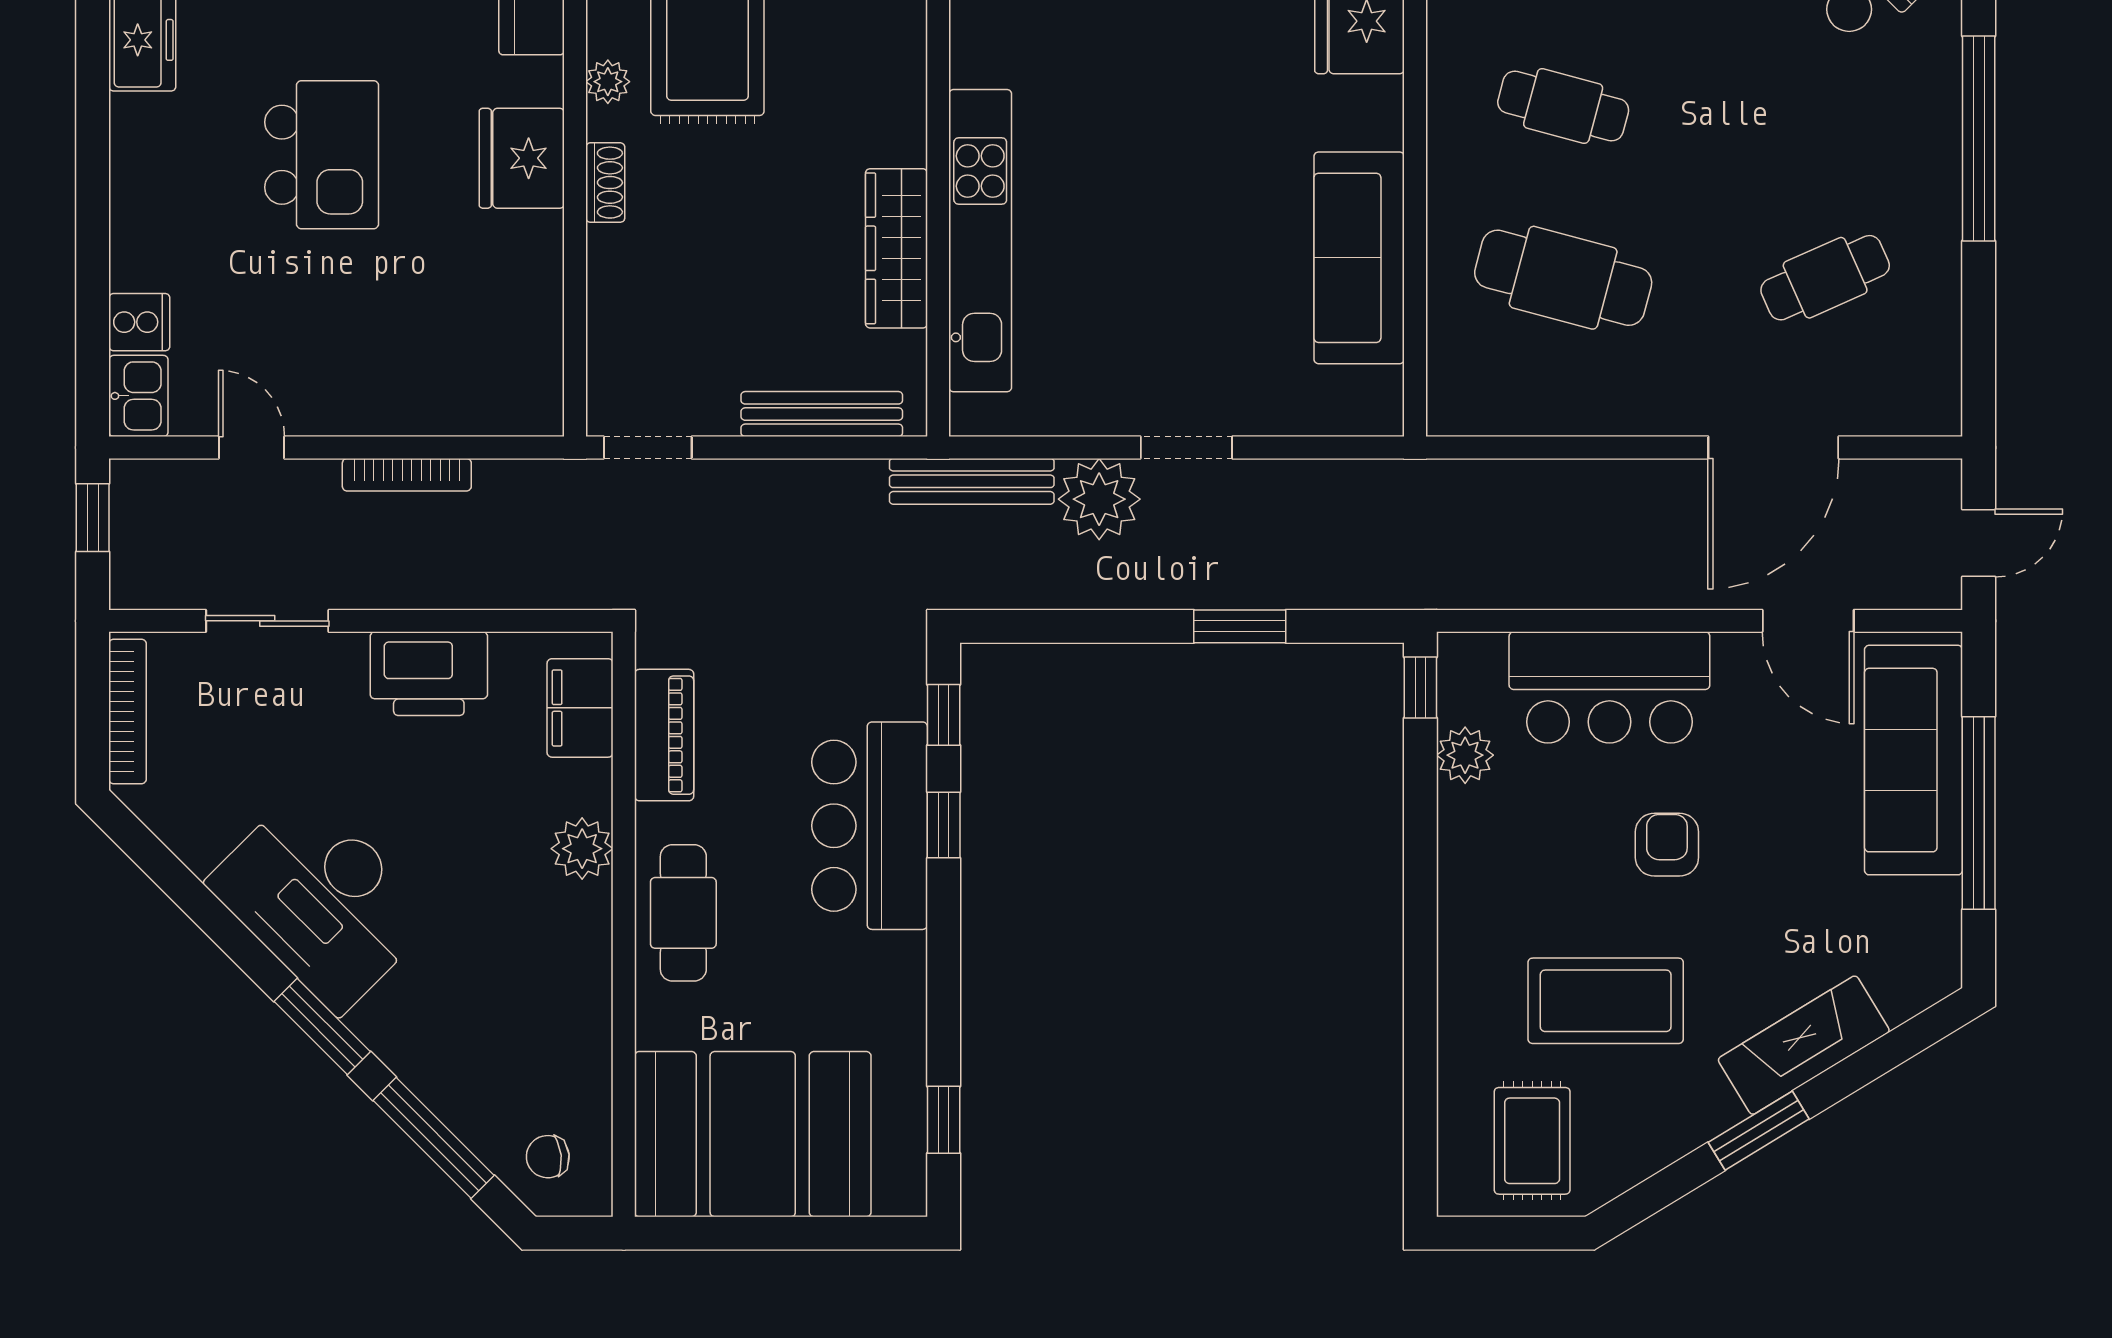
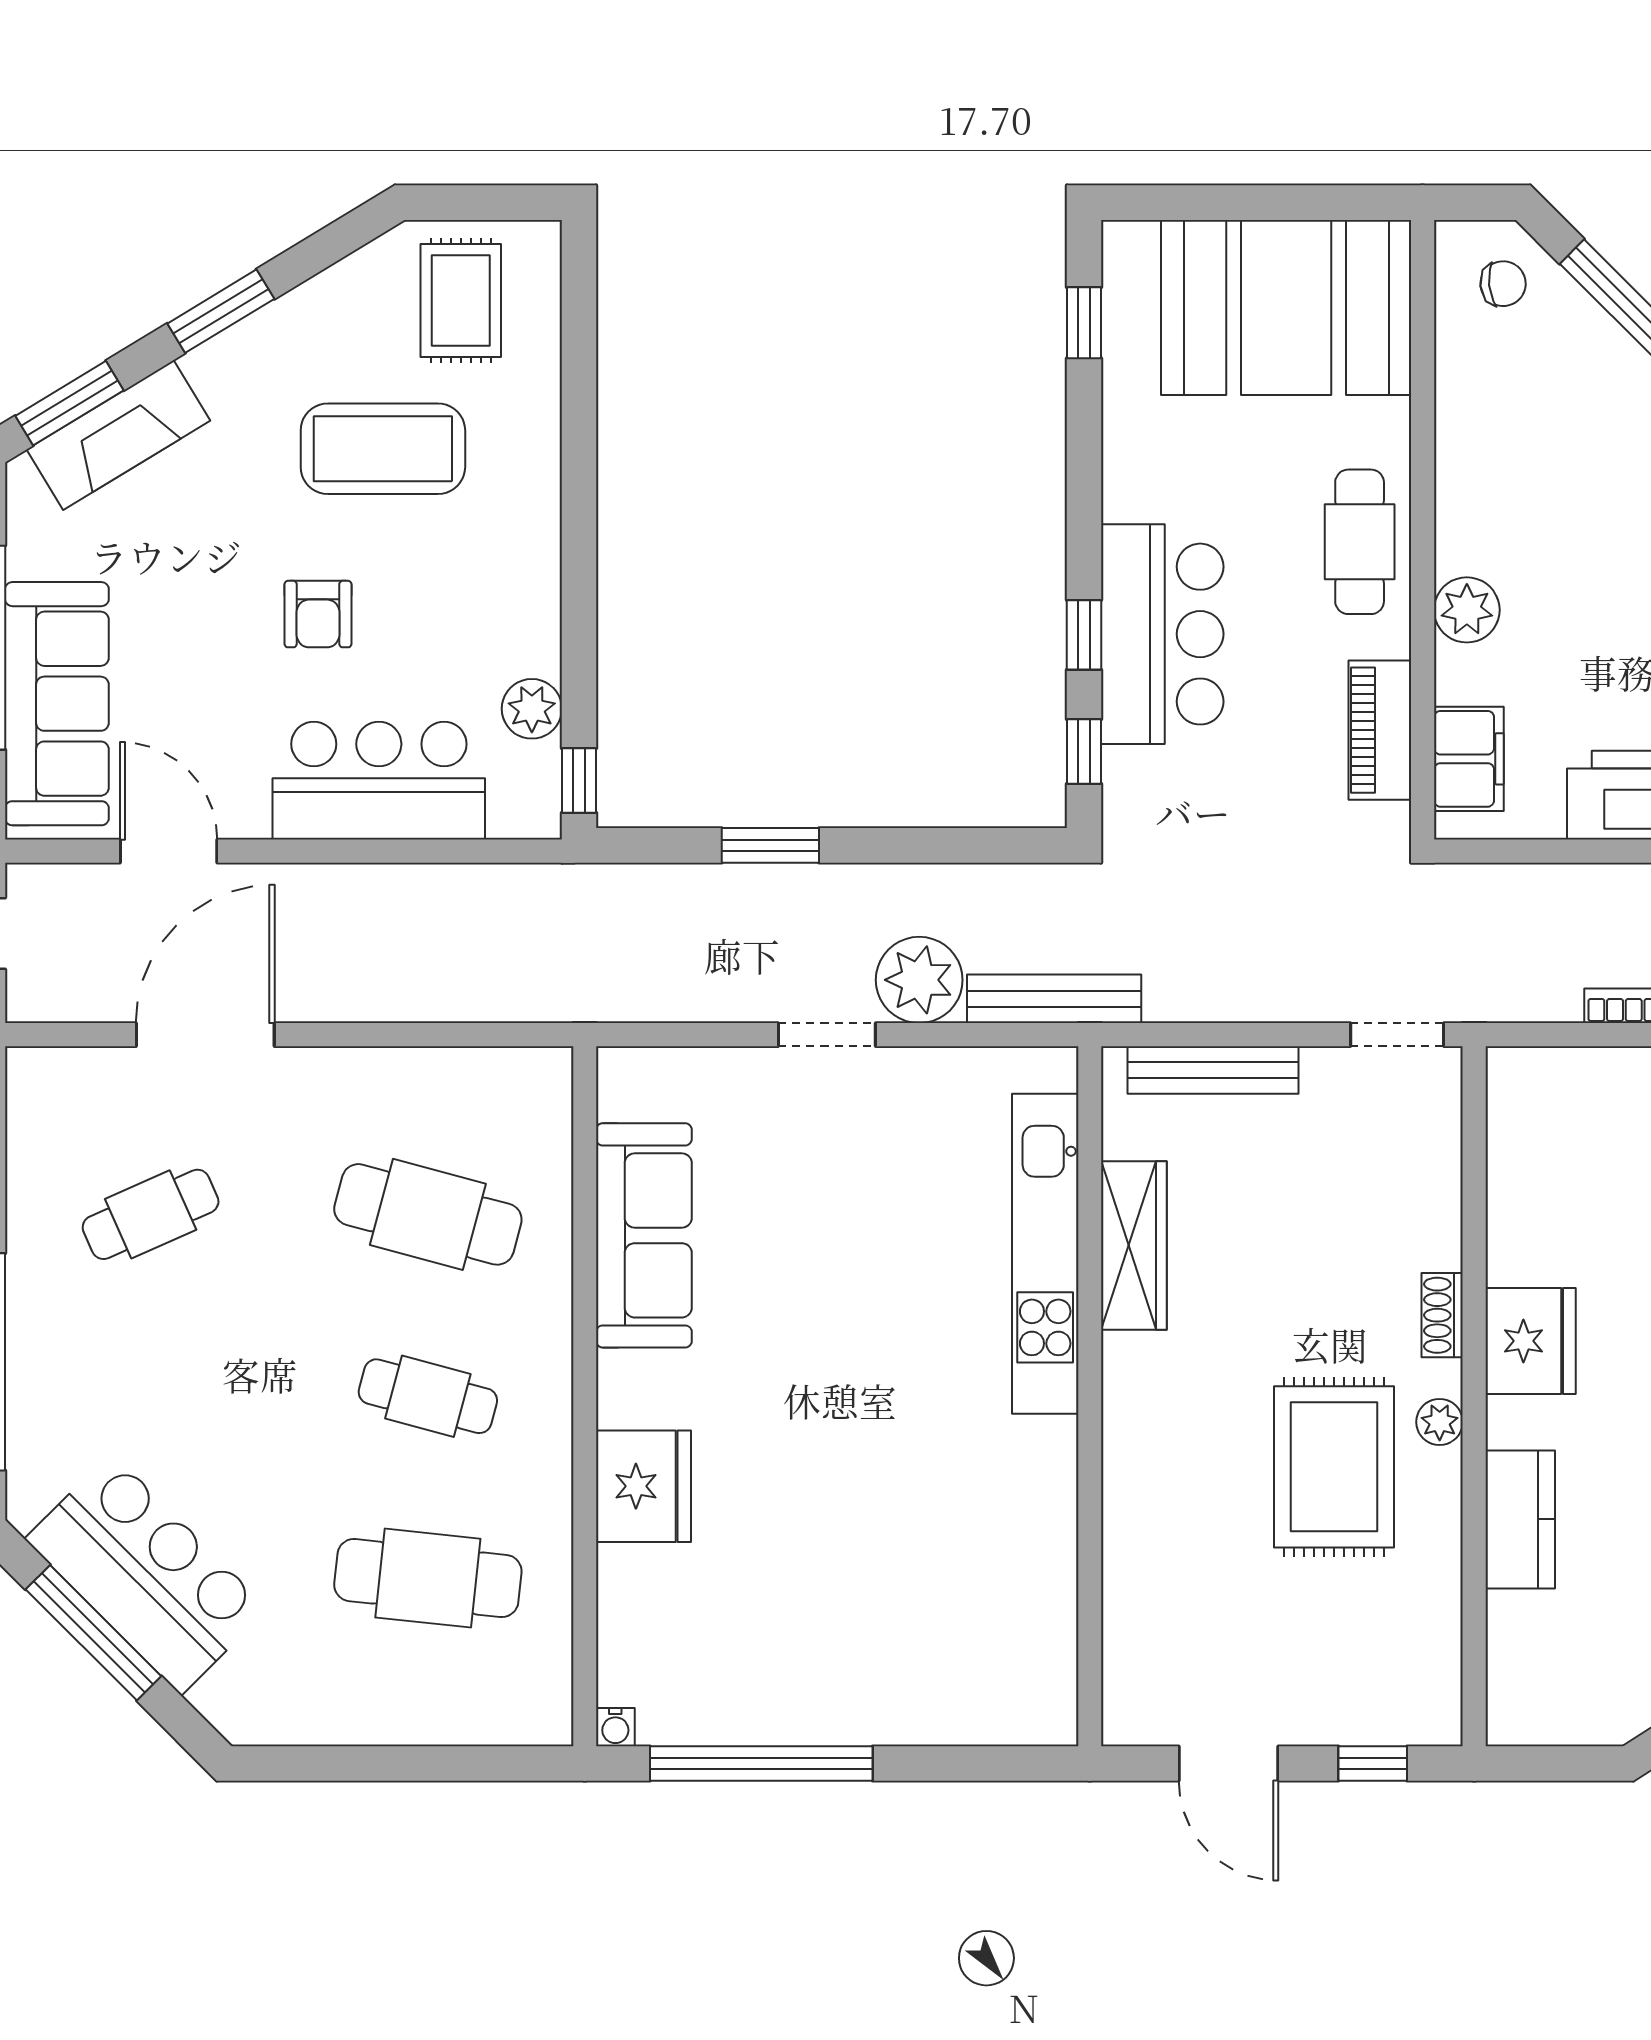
window: (1902, 1044) -> (70, 403), added
fireplace: (1804, 1045) -> (118, 435), moved

